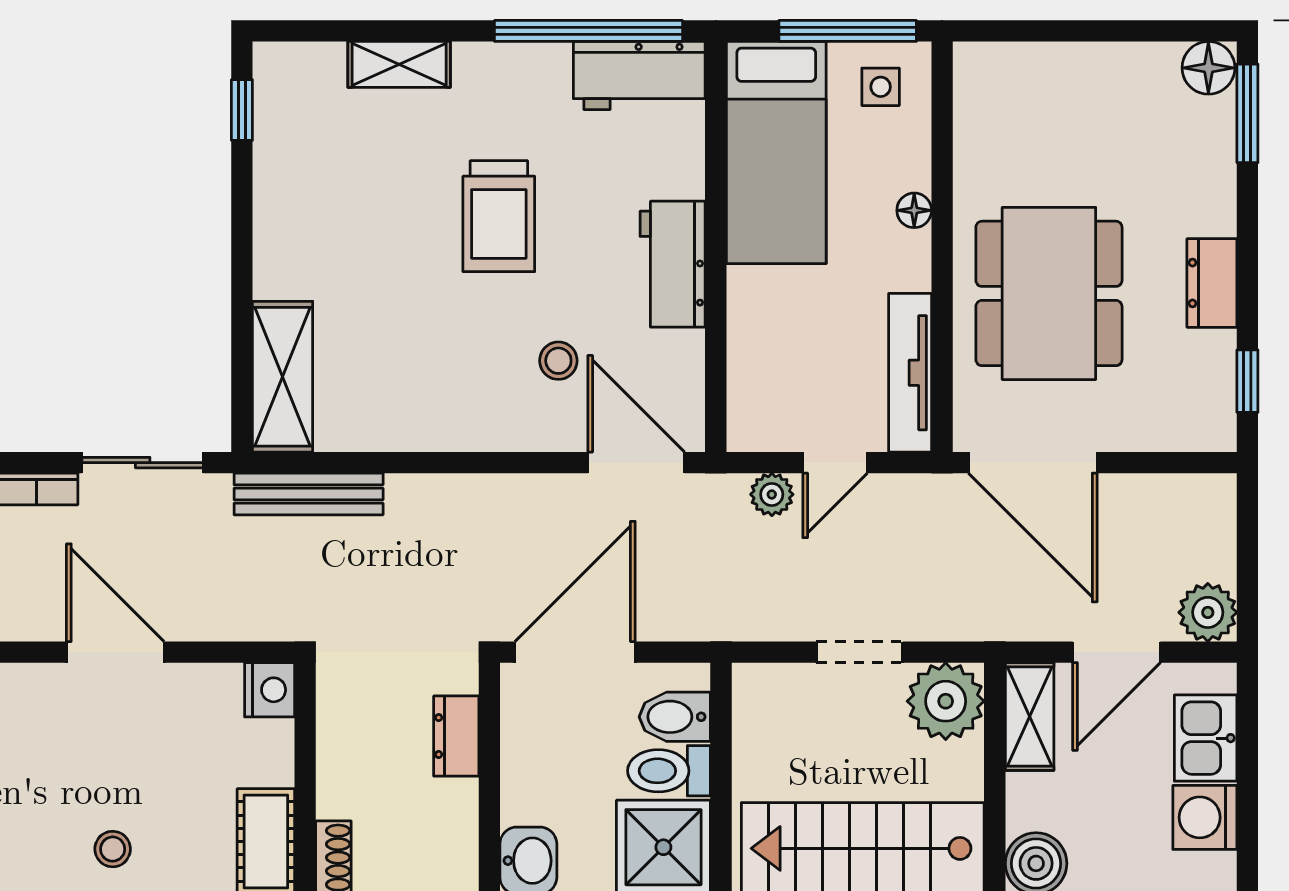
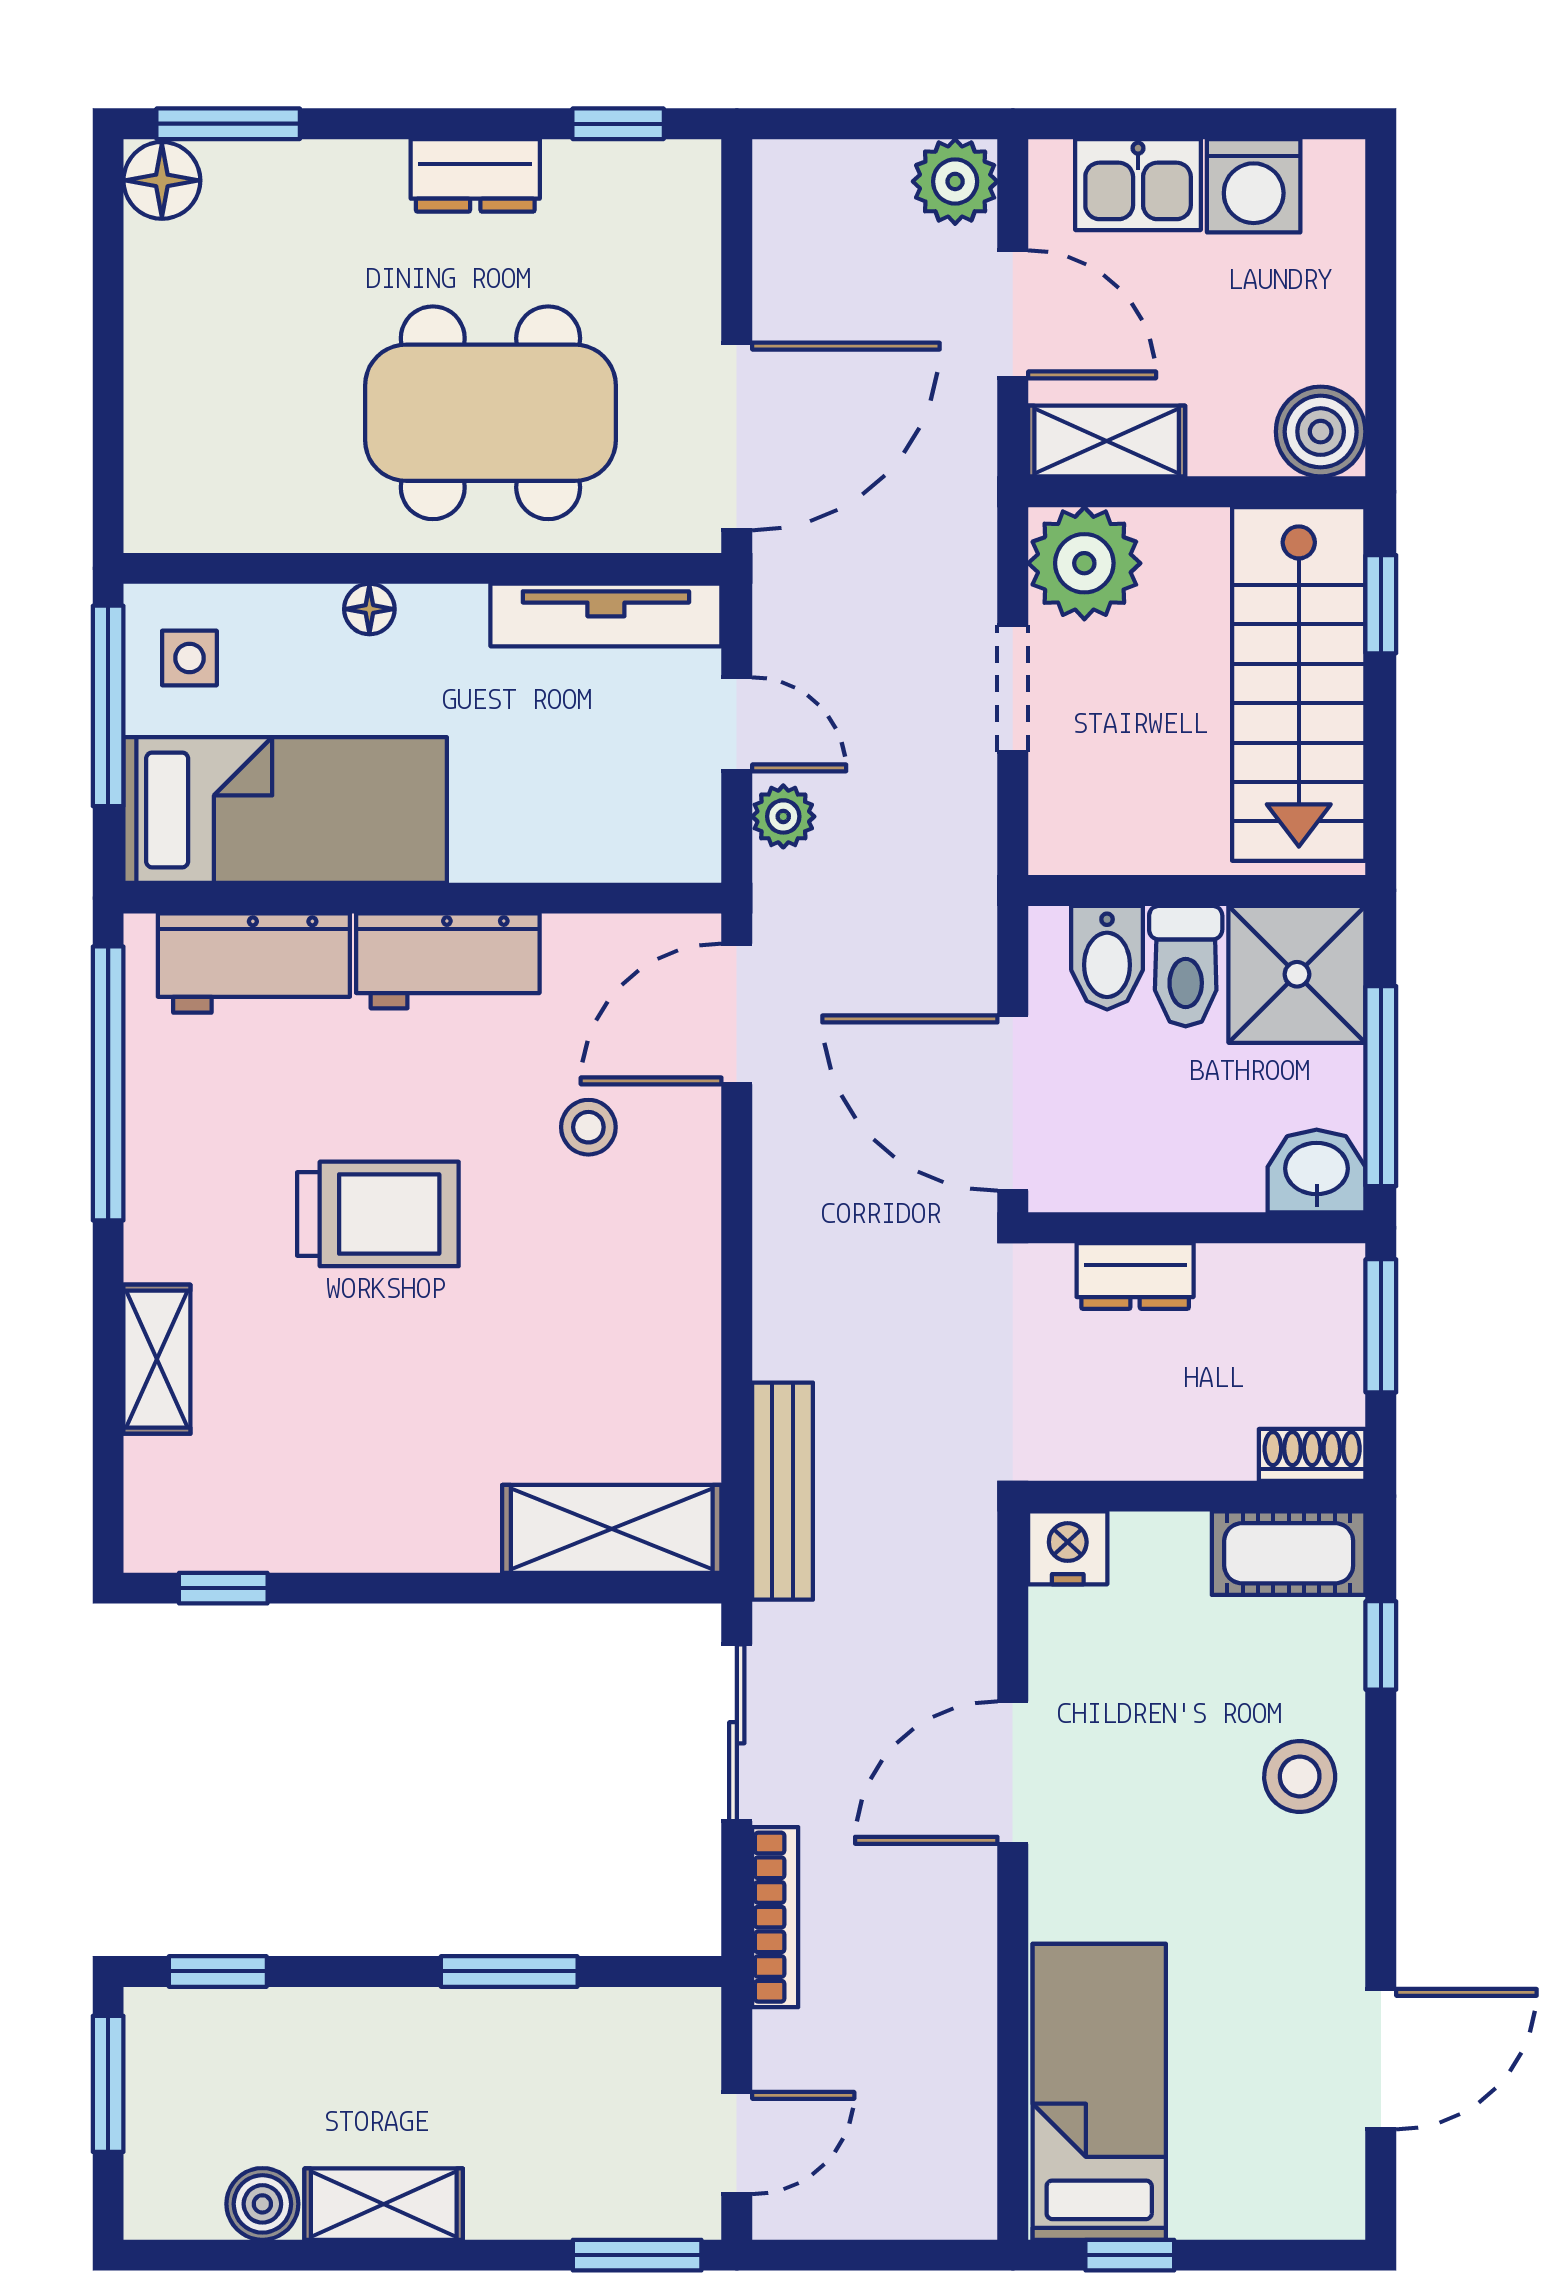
workbench: (639, 76) -> (254, 963), moved, turned 90
stool: (113, 849) -> (1300, 1776), width x1.37, depth x1.37

